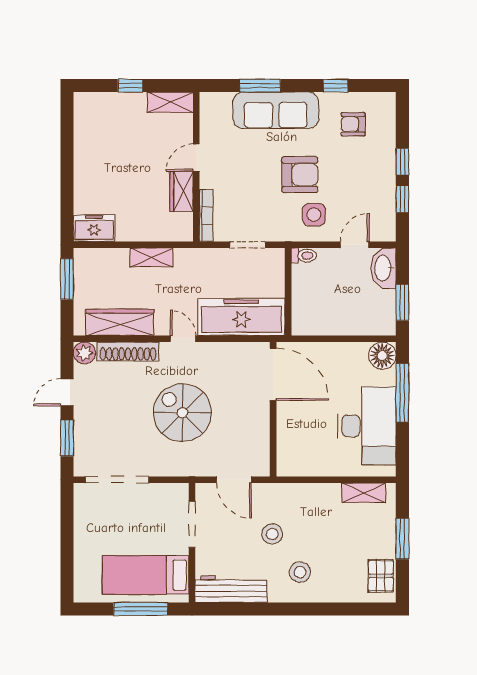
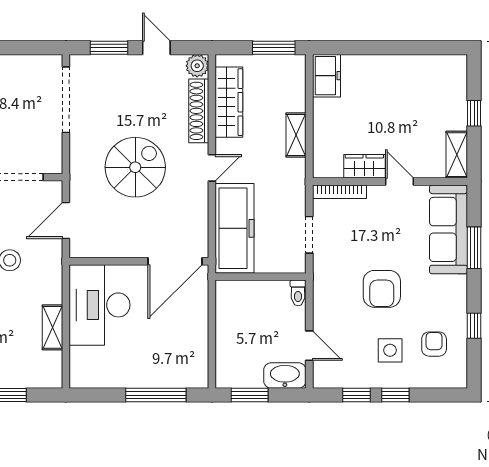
sofa: (276, 110) -> (448, 229), moved
side table: (314, 215) -> (390, 350), moved
floor lamp: (382, 356) -> (194, 374), removed
desk: (367, 426) -> (100, 305), moved, turned 90
shelving: (364, 493) -> (52, 327), moved

